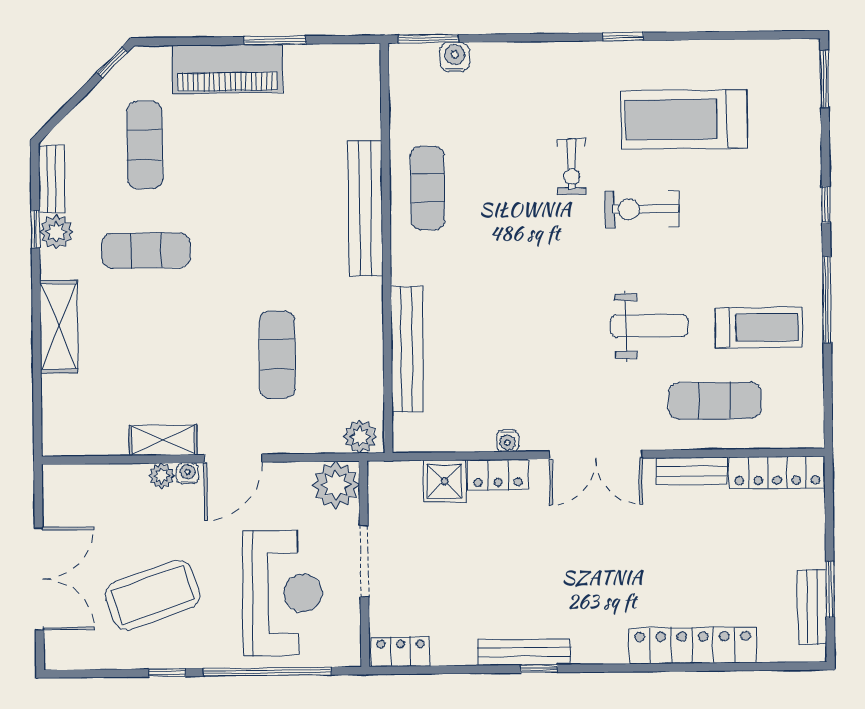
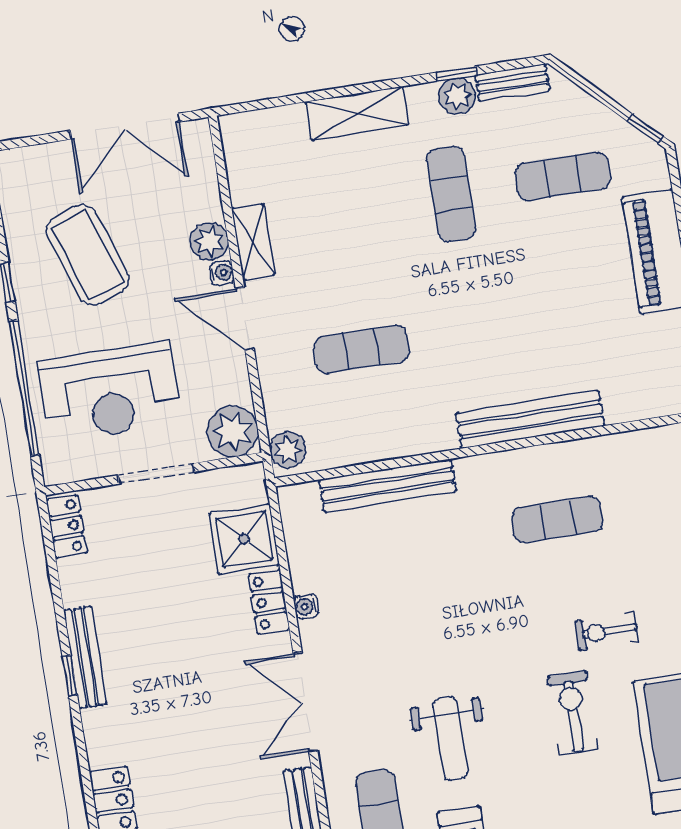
exercise mat: (428, 188) -> (558, 519), moved
plant: (162, 476) -> (209, 241), width x1.38, depth x1.38
shower: (444, 481) -> (244, 539), width x1.36, depth x1.36
double door: (39, 579) -> (125, 126), moved

